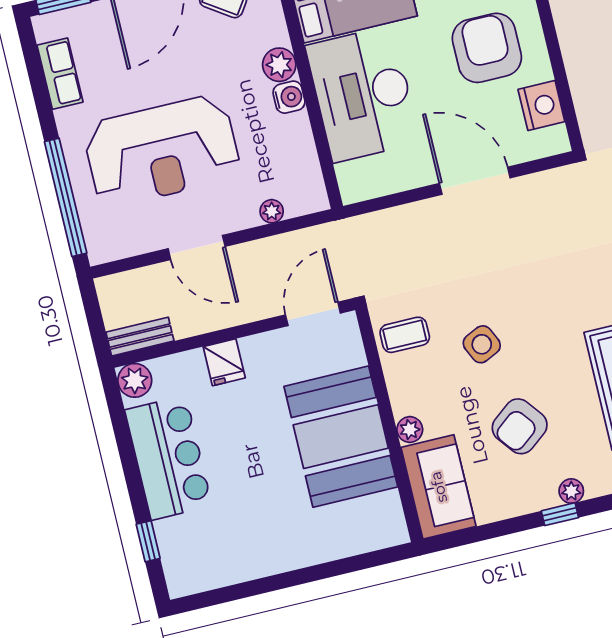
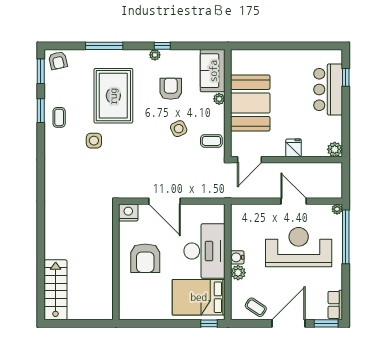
row of seats: (60, 74) -> (335, 305), moved
nightstand: (541, 105) -> (128, 213), moved, turned 90
plant: (272, 211) -> (337, 209), moved
bench: (140, 337) -> (328, 168), removed
armchair: (520, 426) -> (171, 89), turned -52
bar counter: (168, 458) -> (328, 89), moved

